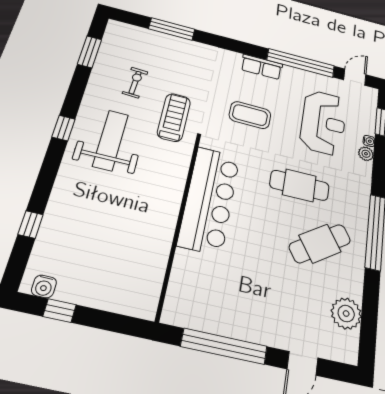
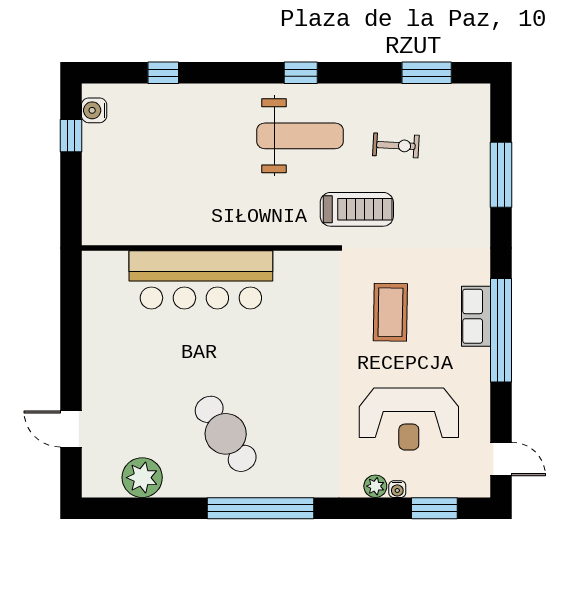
window: (301, 63) -> (501, 330), moved
cafe table: (299, 185) -> (301, 396), removed
bar counter: (209, 200) -> (201, 280), moved
window: (224, 346) -> (71, 332), removed

